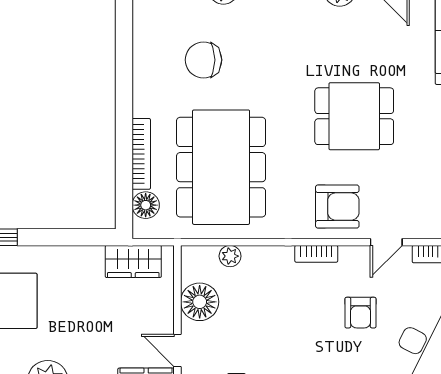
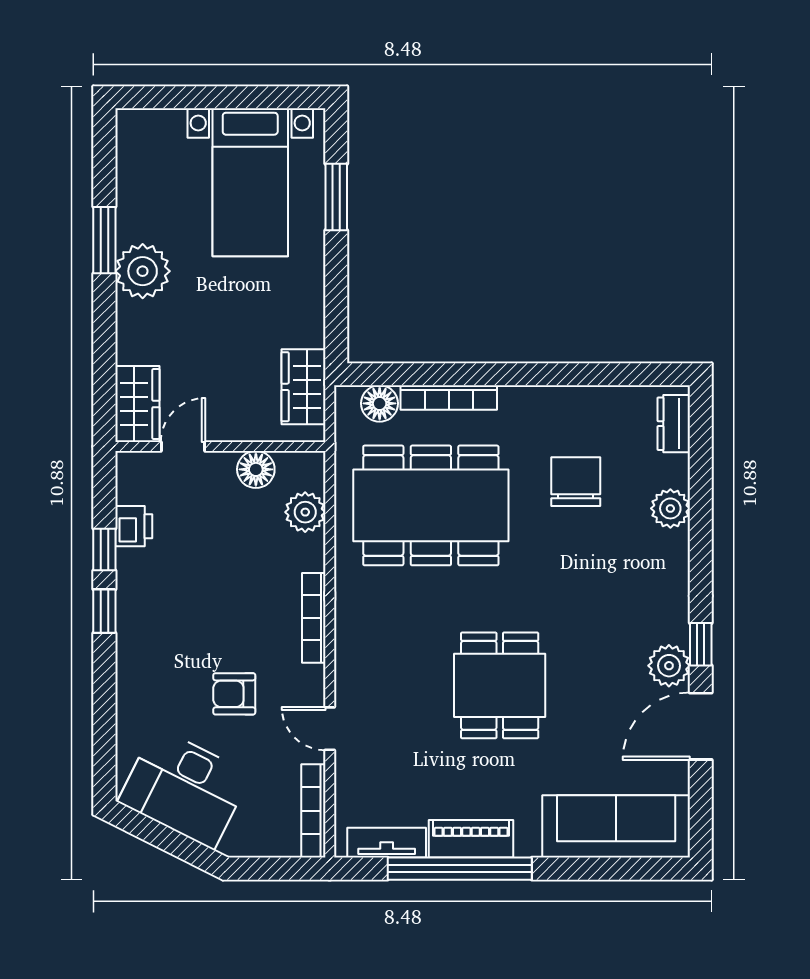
armchair: (337, 207) -> (378, 663), removed
bookcase: (316, 254) -> (314, 618), width x1.56
plant: (230, 256) -> (305, 512), width x1.38, depth x1.38
floor lamp: (200, 302) -> (256, 469), width x0.73, depth x0.73

